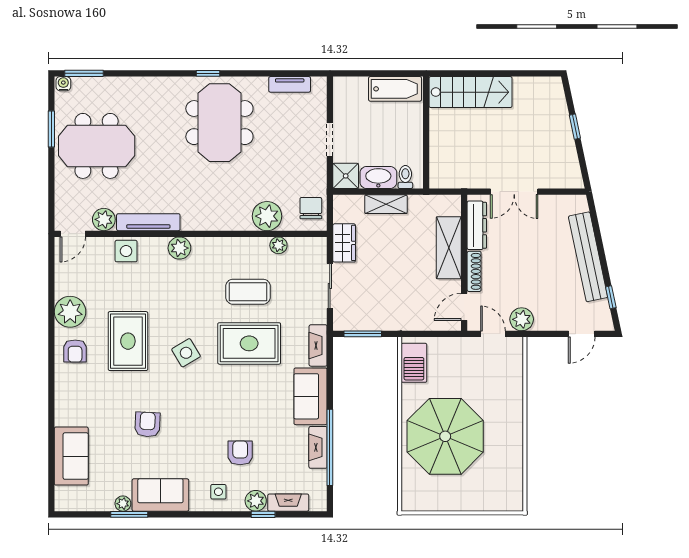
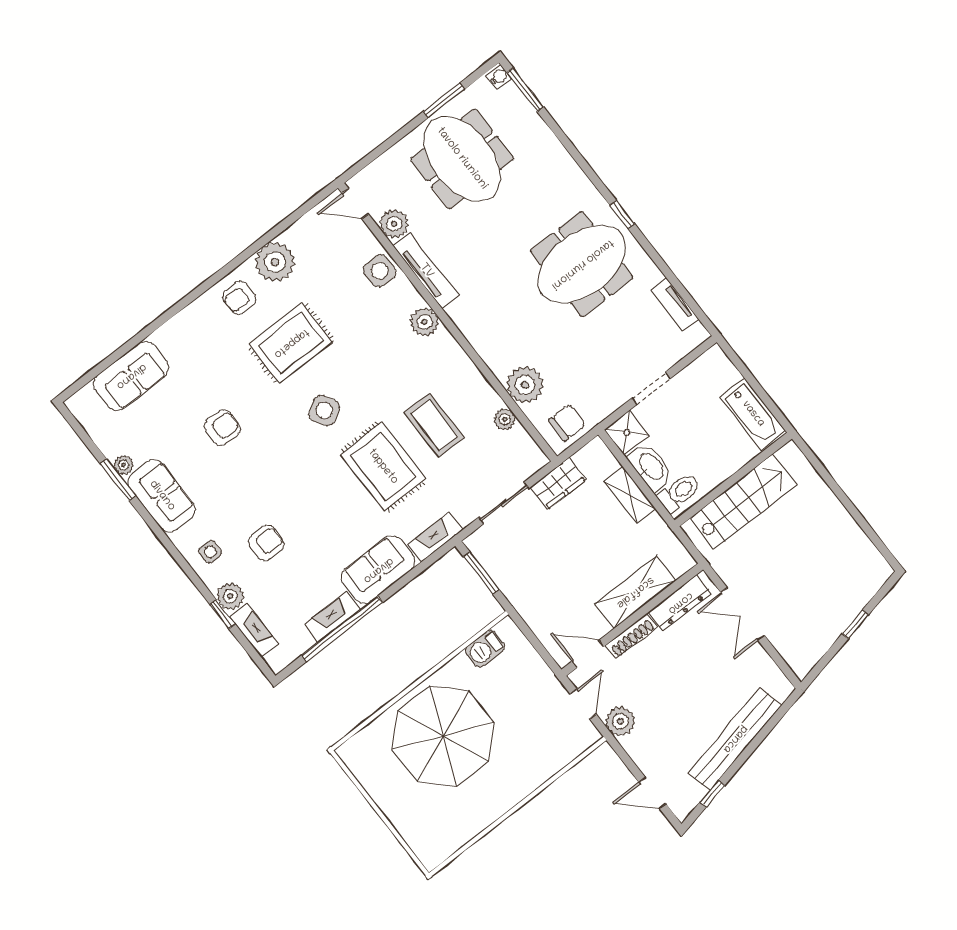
stairs: (471, 92) -> (743, 502), moved, turned -90
toilet: (405, 177) -> (679, 493), width x1.37, depth x1.39
barbecue: (414, 363) -> (485, 649), width x0.73, depth x0.79

